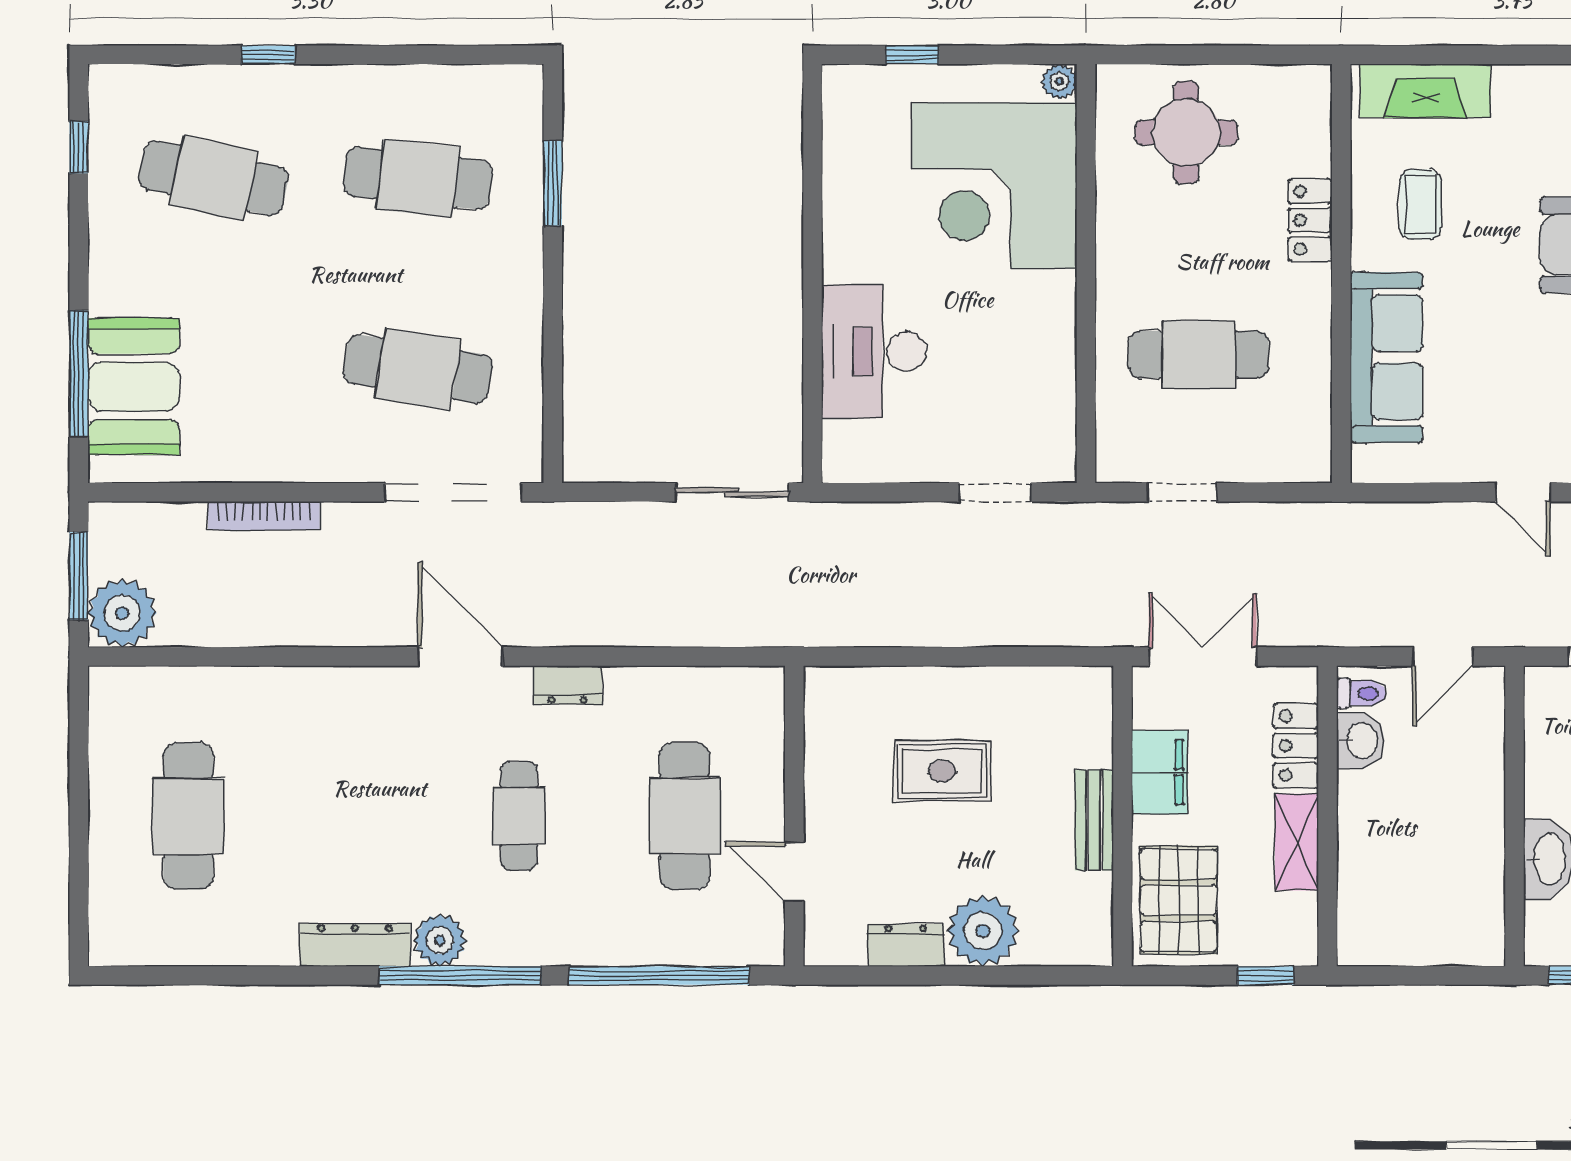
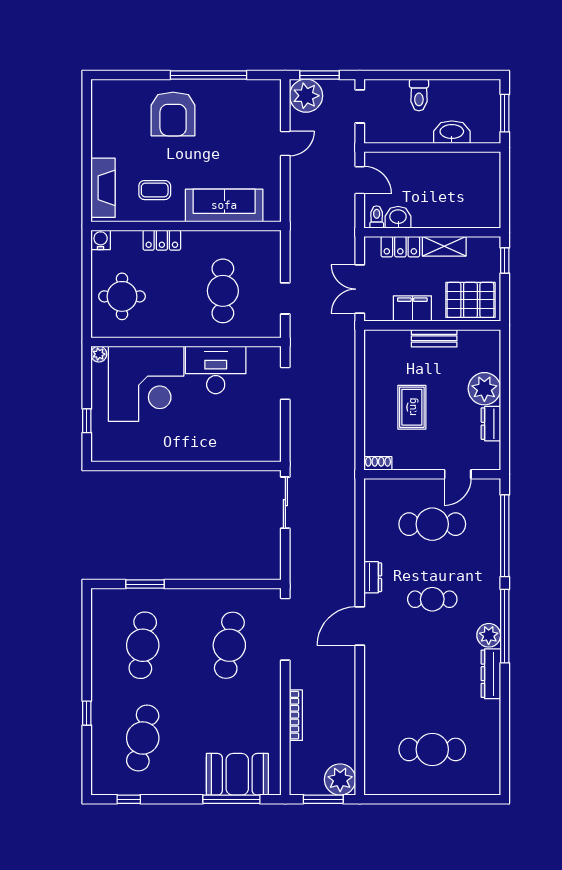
water cooler: (1311, 85) -> (101, 240), added
desk: (874, 352) -> (216, 370), moved, turned 180
shoe rack: (818, 696) -> (378, 463), added

